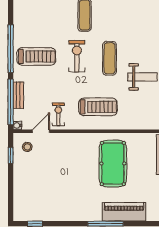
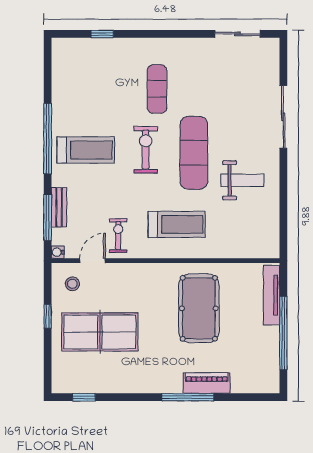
exercise mat: (110, 58) -> (194, 153), width x1.36, depth x1.45
window: (11, 102) -> (48, 217), width x0.68
window: (11, 155) -> (48, 316), moved
table tennis table: (46, 180) -> (100, 332), added
piano: (124, 212) -> (207, 383), width x0.73, depth x0.75

